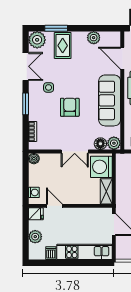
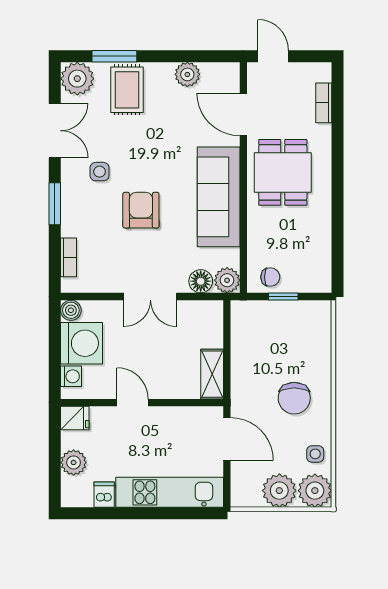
washing machine: (101, 167) -> (82, 343), moved, turned 180
door: (54, 206) -> (133, 403), moved

